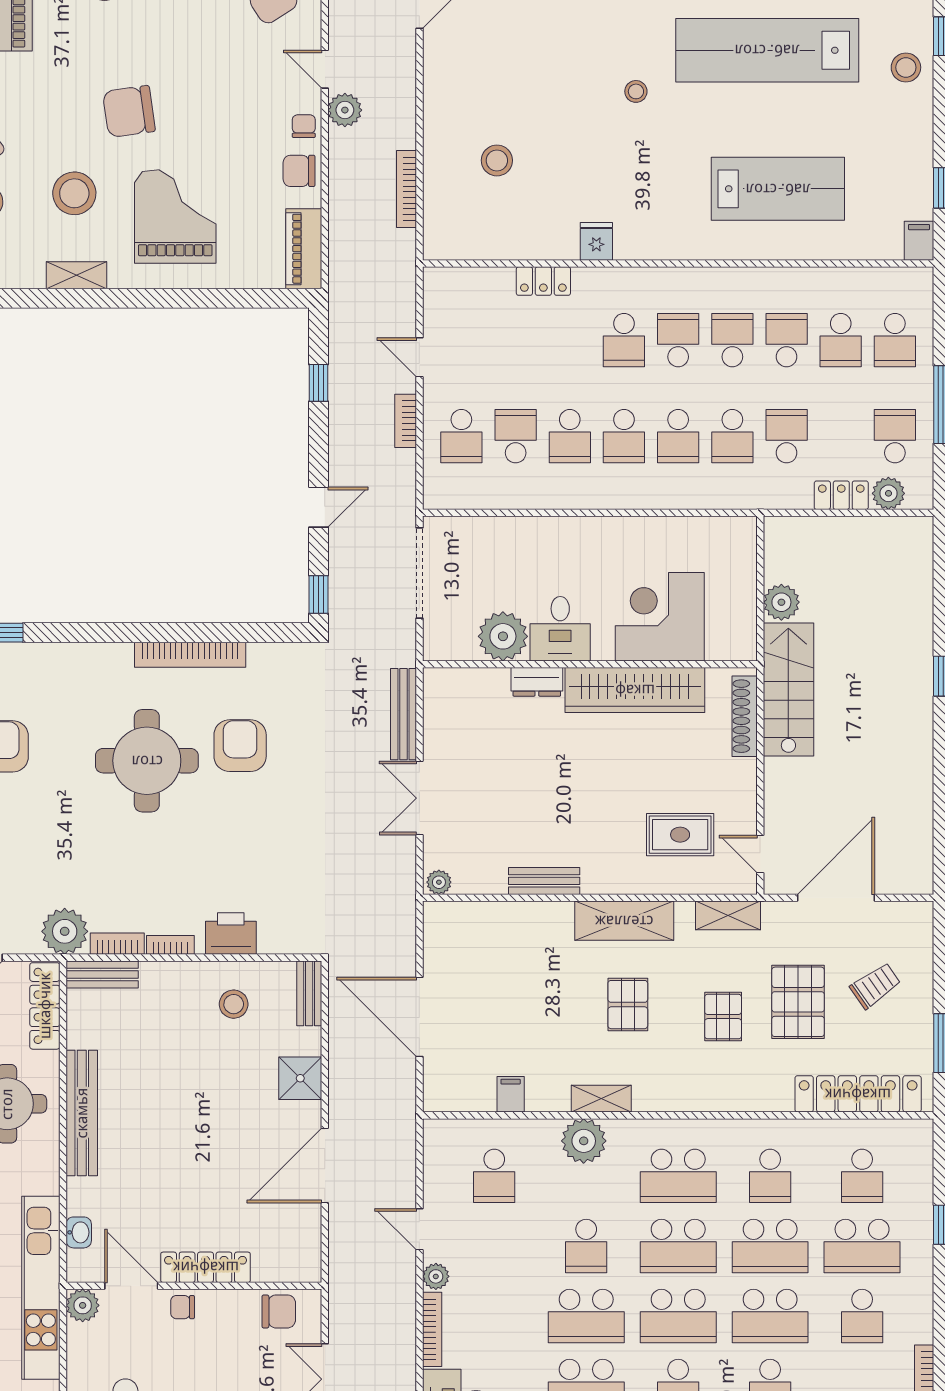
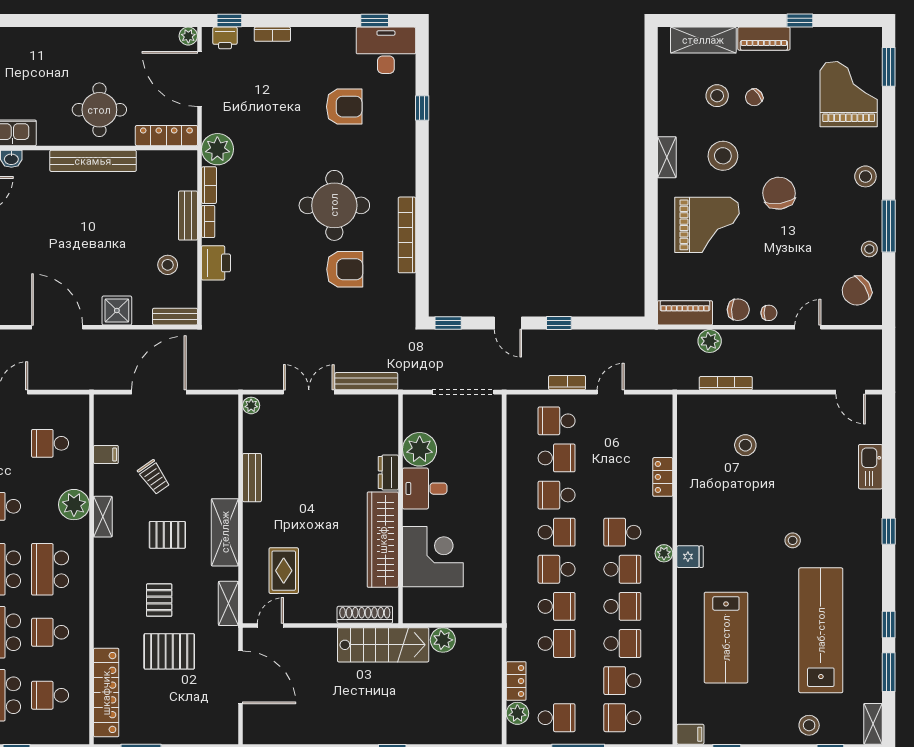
plant: (345, 110) -> (710, 341), moved
chair: (299, 171) -> (738, 310), turned 93
fridge: (596, 241) -> (690, 557), moved
plant: (655, 279) -> (664, 553), added
window: (318, 383) -> (559, 323), moved
school desk: (624, 436) -> (557, 532), turned 180
school desk: (732, 436) -> (557, 606), turned 180
bench: (102, 975) -> (188, 216), moved
trolley: (875, 986) -> (154, 477), moved
pallet: (723, 1017) -> (159, 600), turned 90

